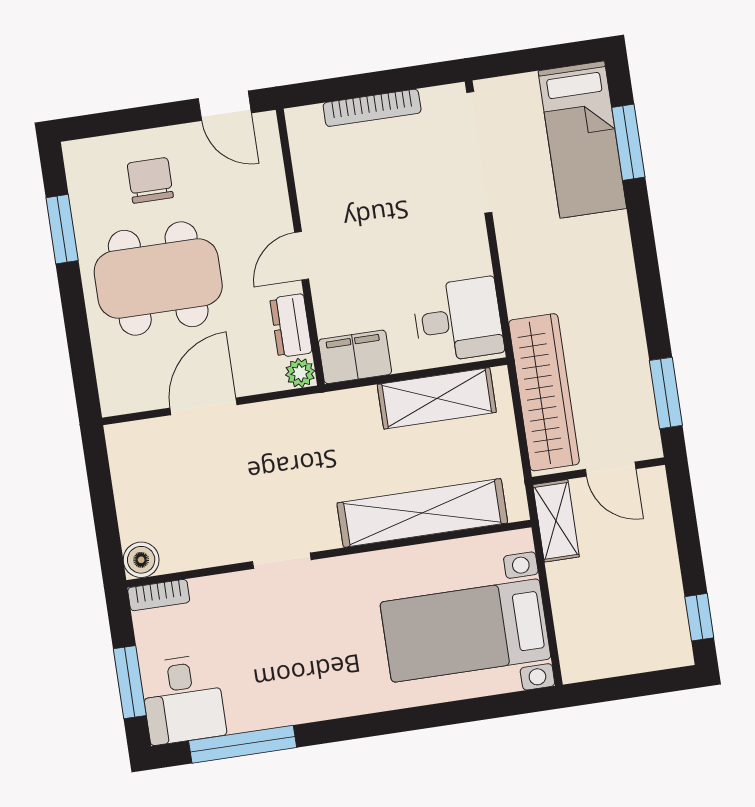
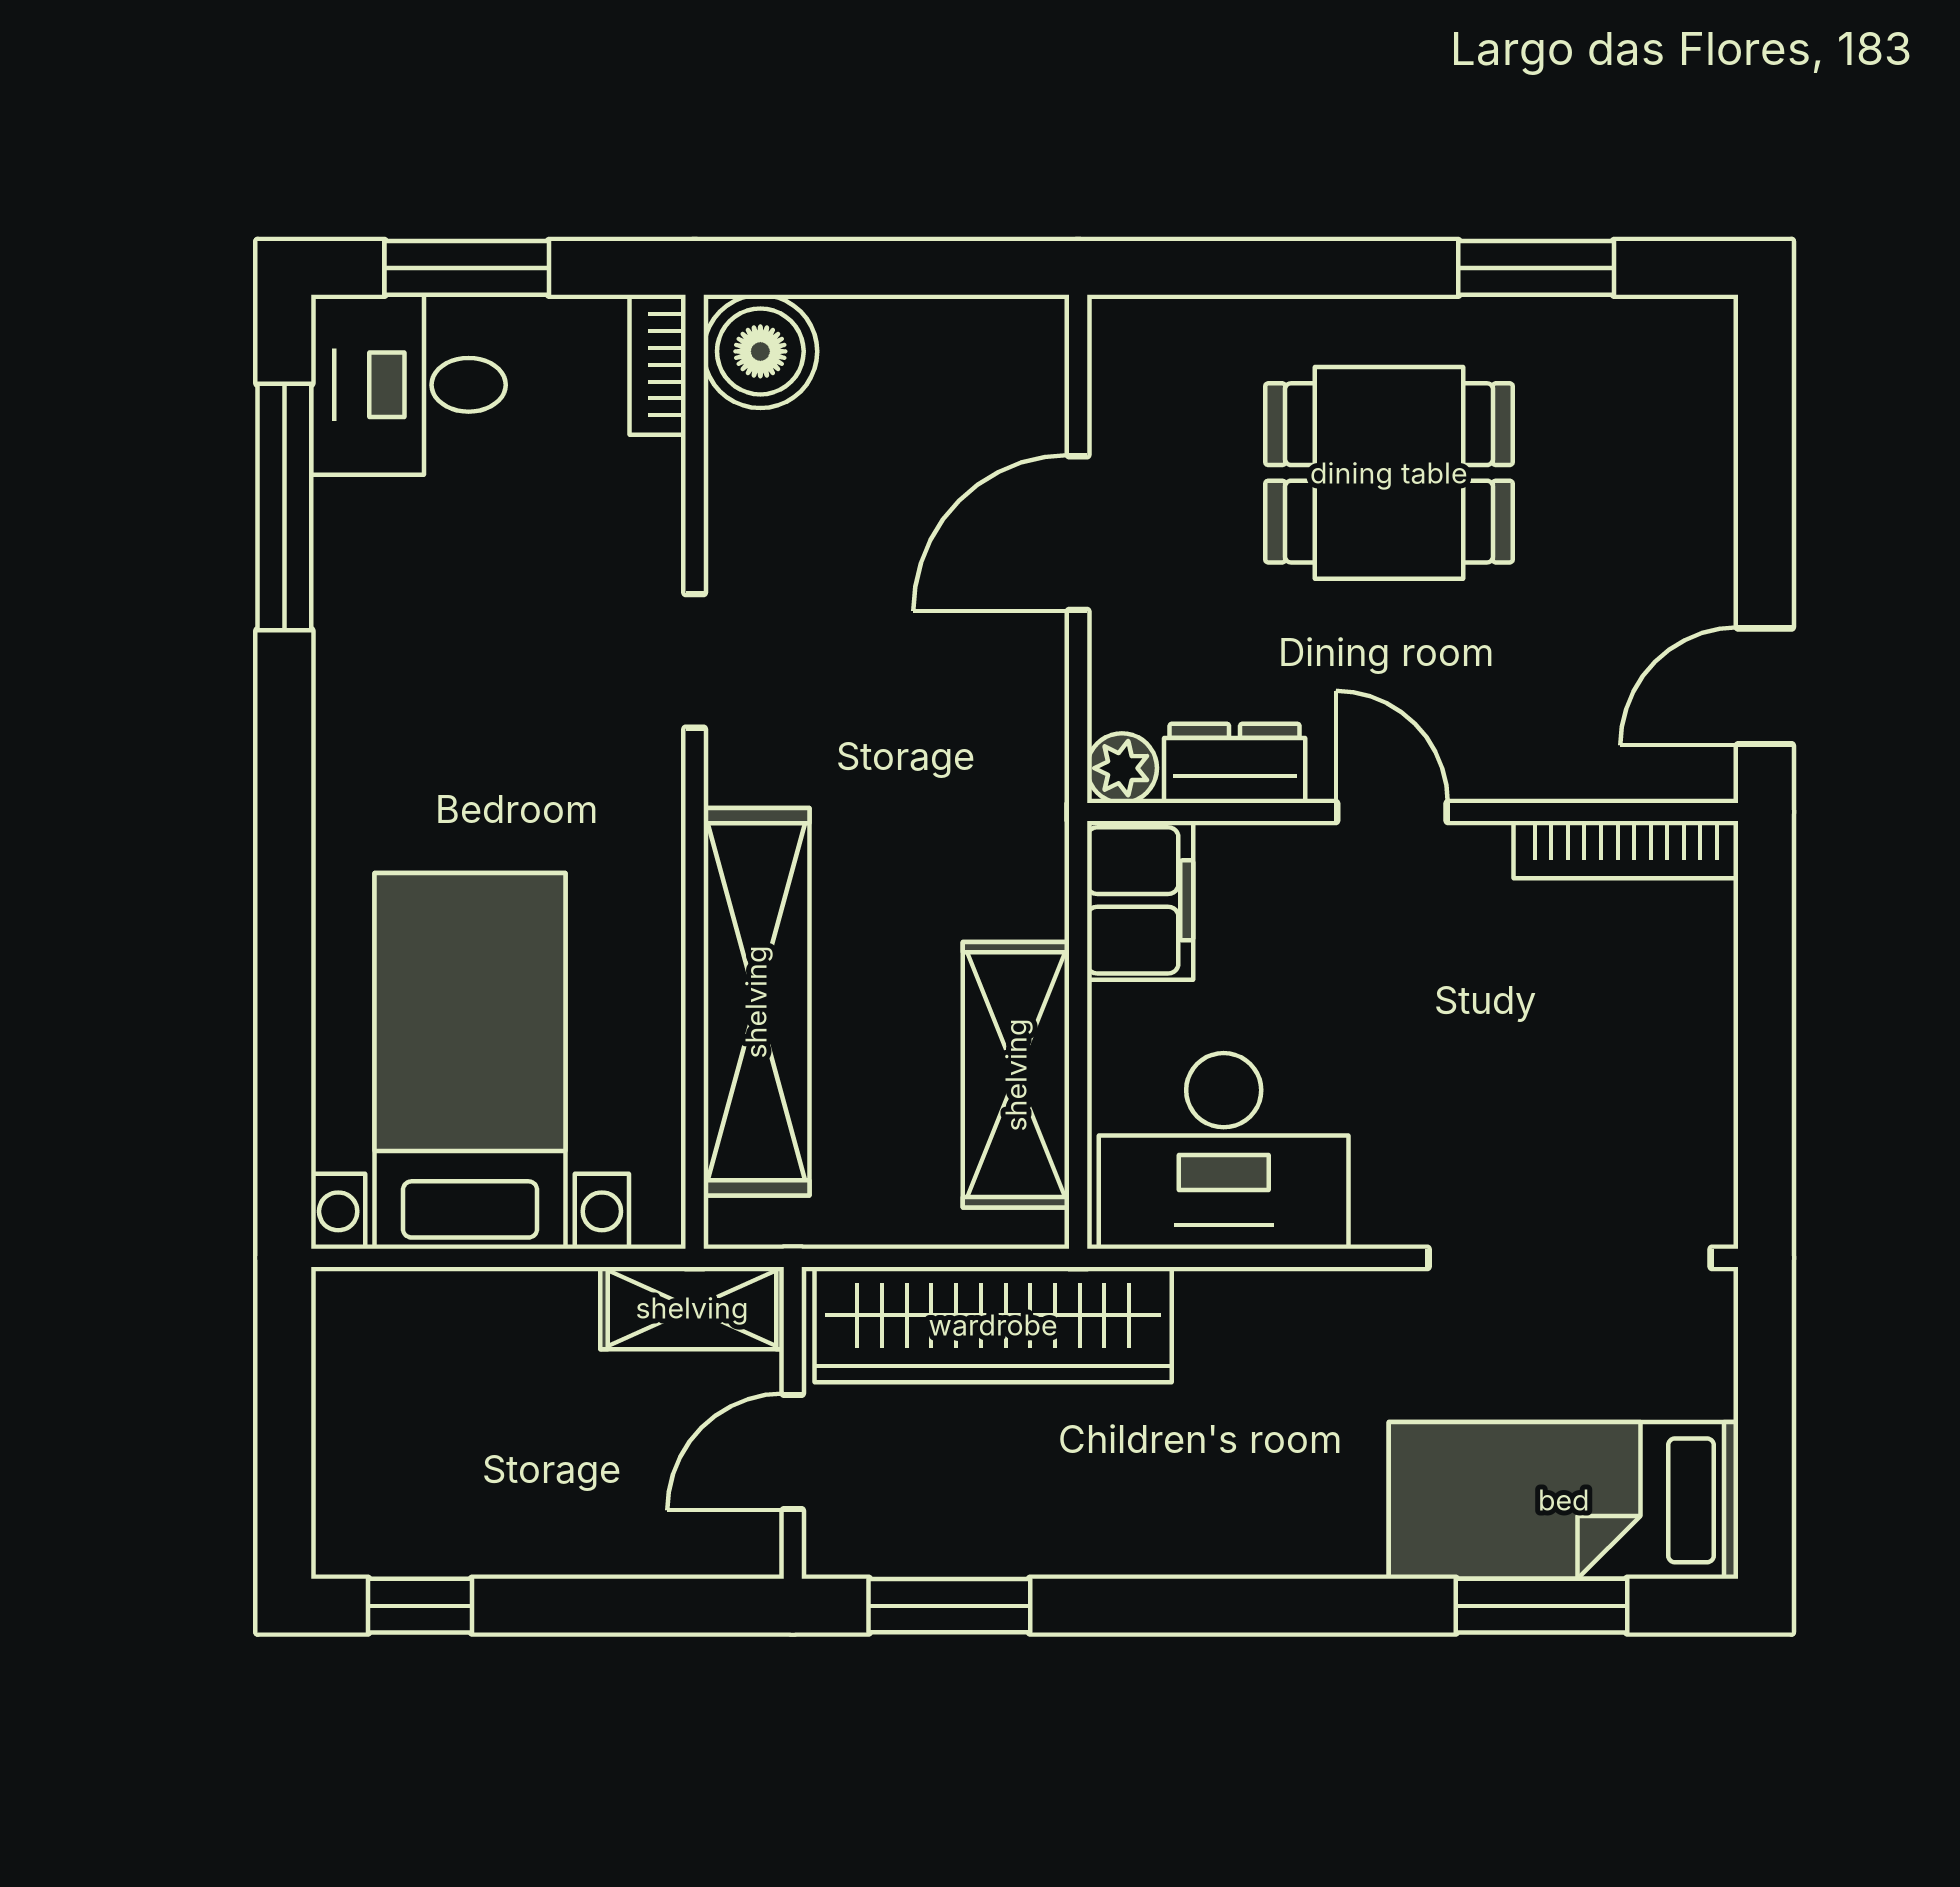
bookcase: (372, 108) -> (1626, 850), moved, turned -90
chair: (150, 180) -> (1619, 488), removed
dining table: (158, 278) -> (1389, 473), width x0.73
desk: (458, 320) -> (1224, 1151), width x1.37
door: (203, 406) -> (1078, 533), swing flipped
boiler: (141, 560) -> (760, 351), width x1.36, depth x1.36

